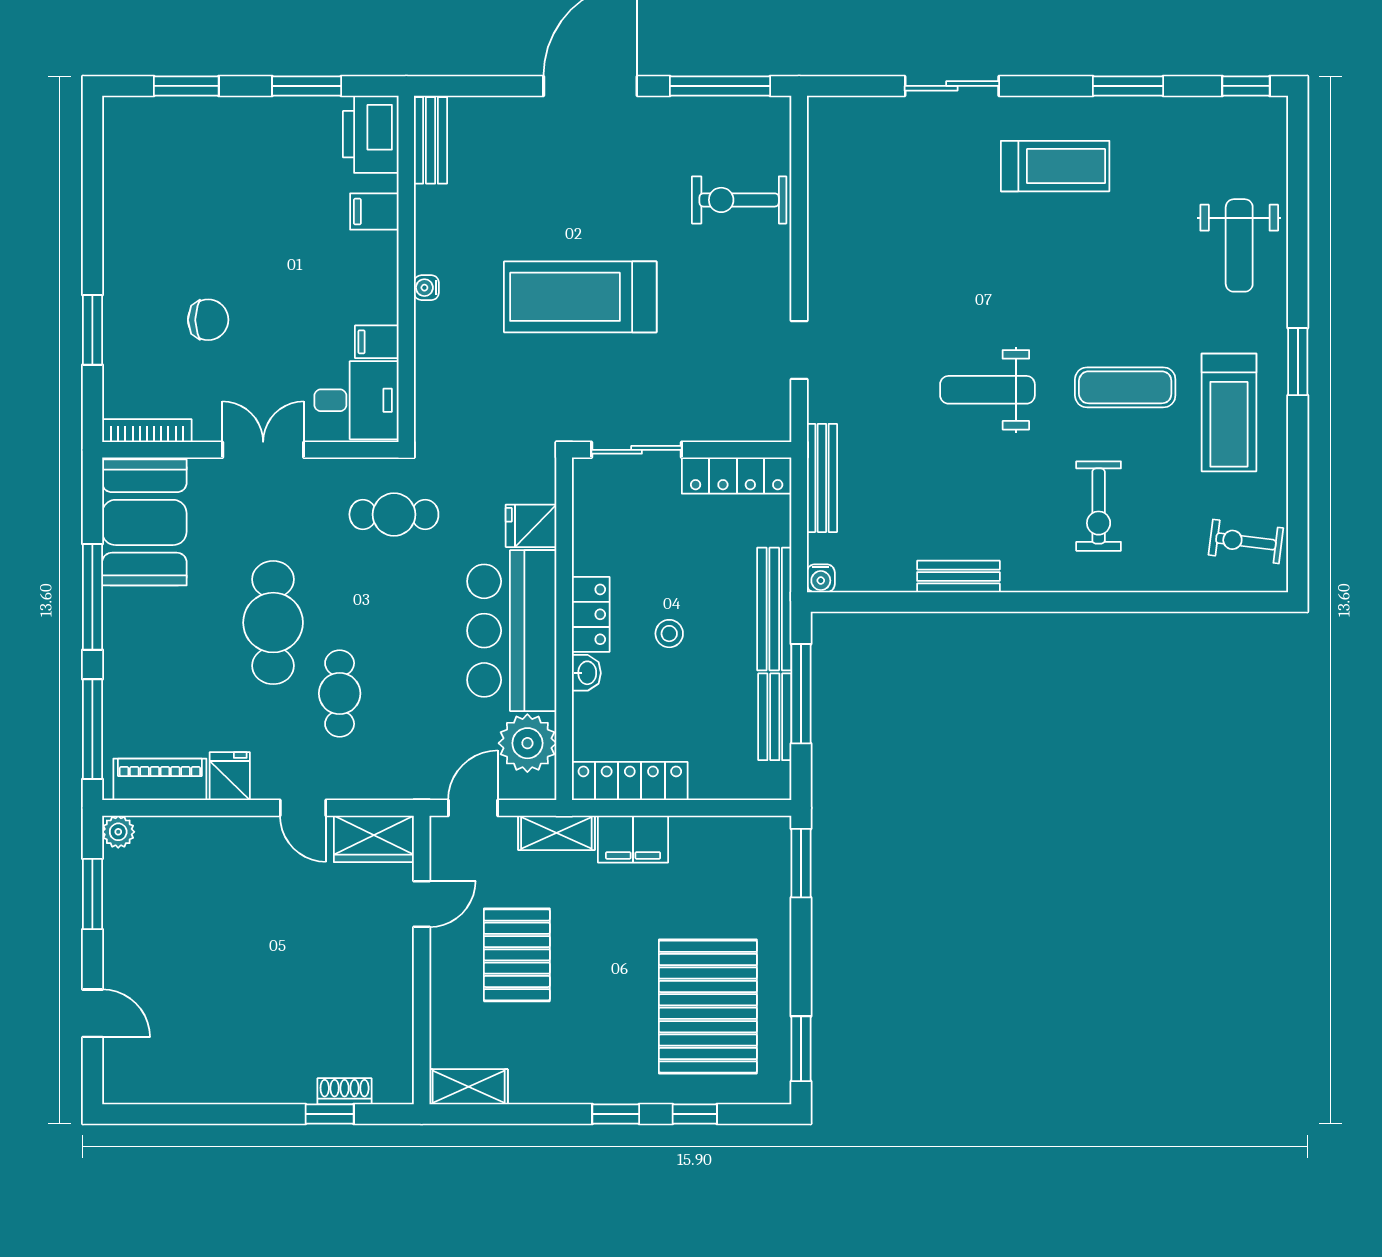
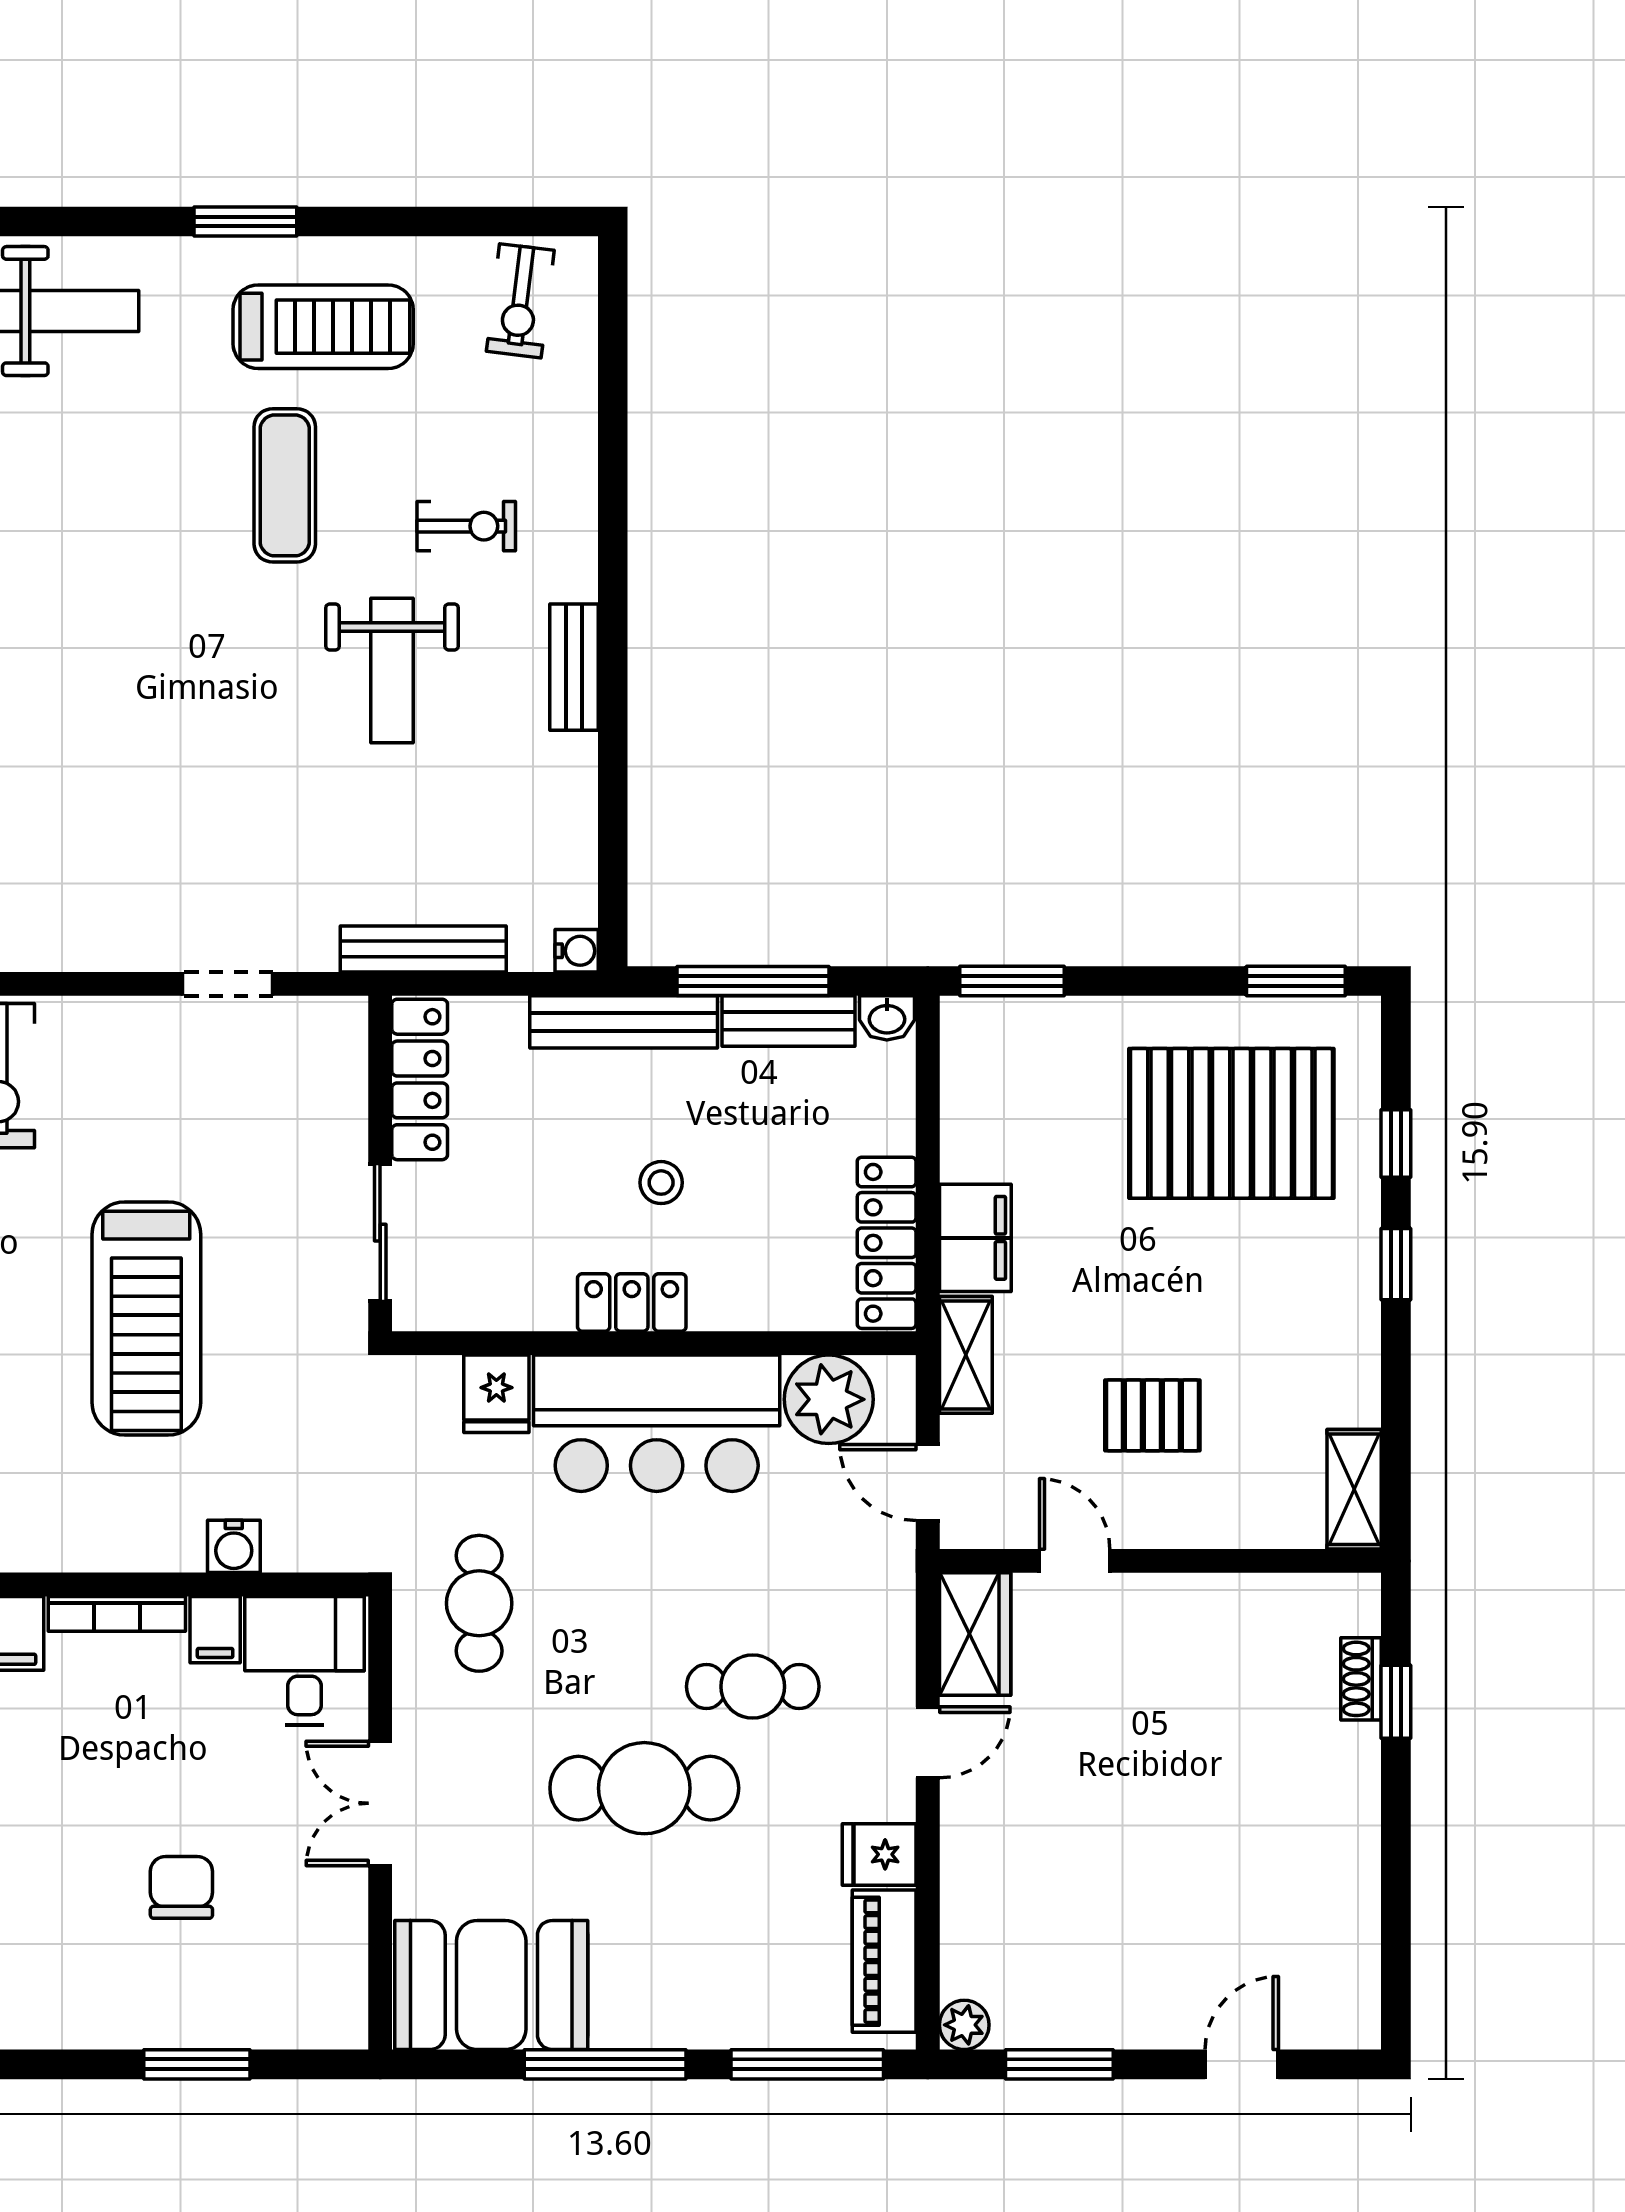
water cooler: (426, 288) -> (234, 1546), moved, width x1.38, depth x1.38
weight bench: (987, 390) -> (392, 670), moved
bookcase: (147, 431) -> (117, 1614), moved, turned -90
exercise bike: (1099, 506) -> (466, 526), width x0.73, depth x0.72
bench: (958, 576) -> (574, 667), moved
washbasin: (586, 673) -> (887, 1018), moved, turned 180
pallet: (517, 955) -> (1152, 1415), width x0.67, depth x0.71

